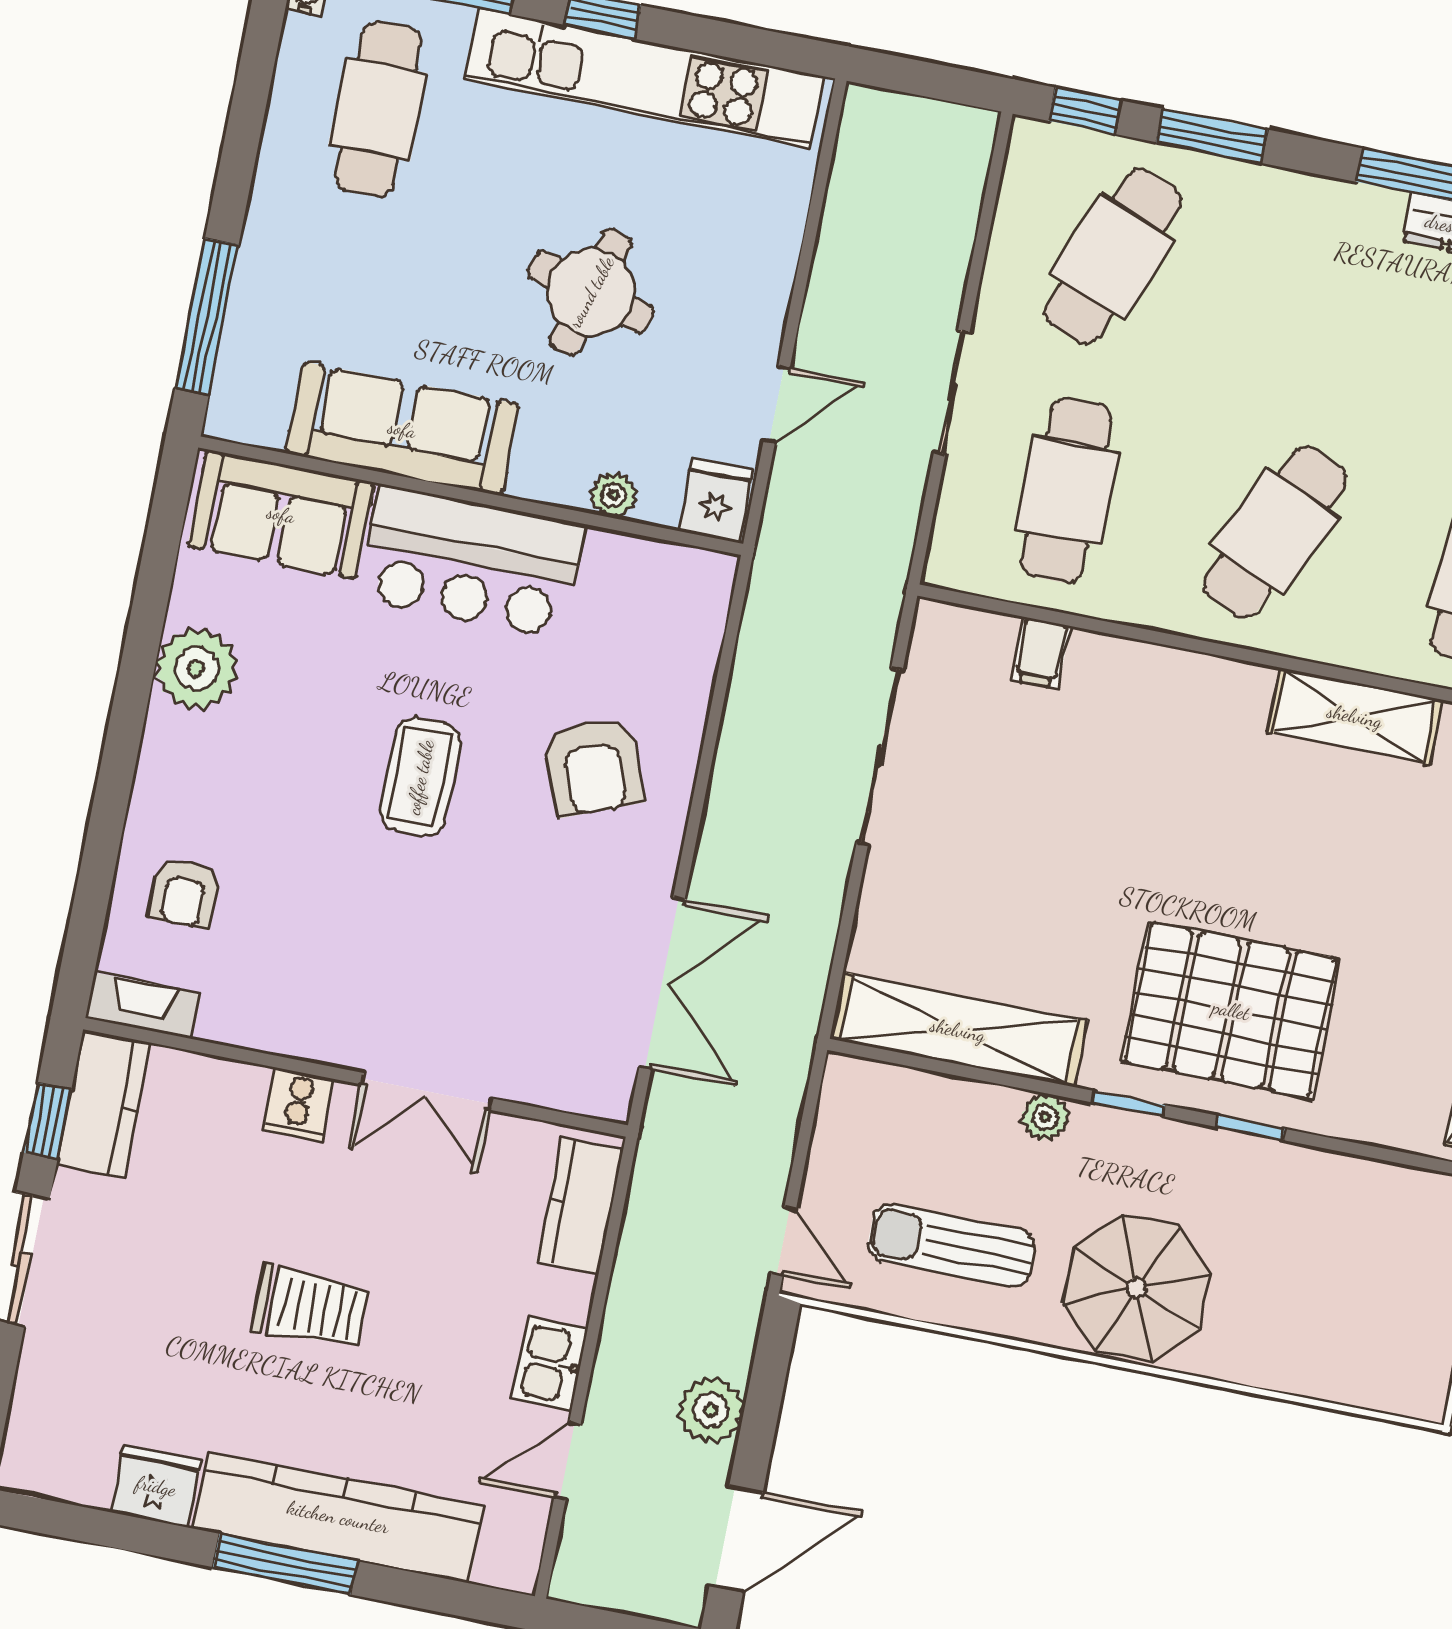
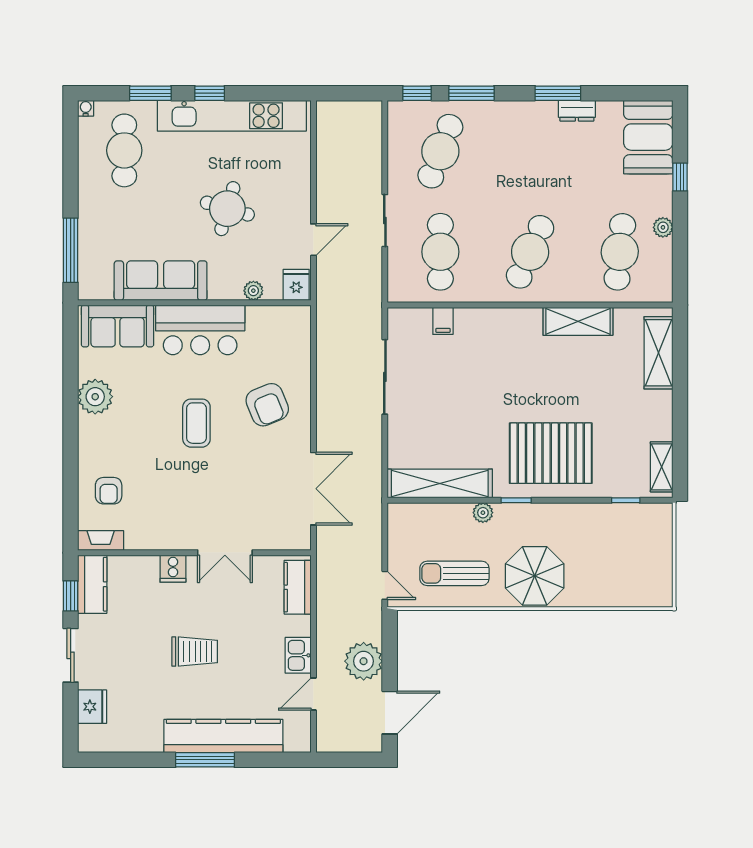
window: (1250, 1128) -> (626, 500), moved
plant: (711, 1410) -> (364, 661), width x1.36, depth x1.36
fridge: (156, 1486) -> (92, 707), moved, turned 90

